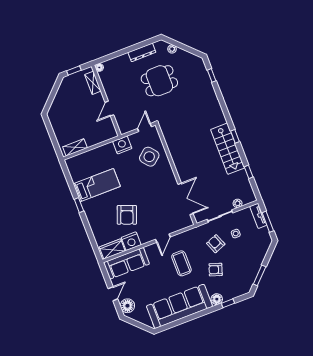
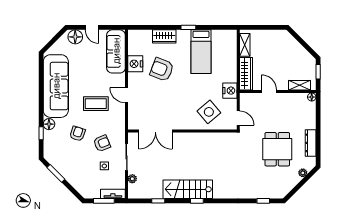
wardrobe: (101, 136) -> (246, 74), added
wardrobe: (112, 249) -> (164, 36), moved, turned 90

